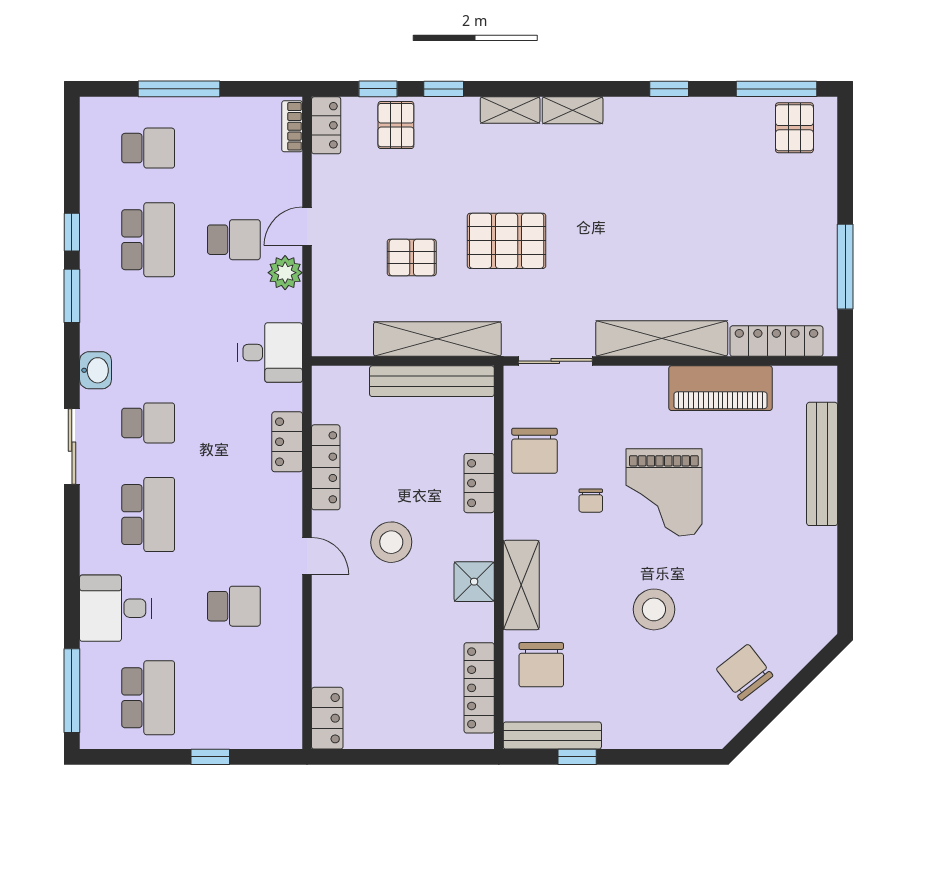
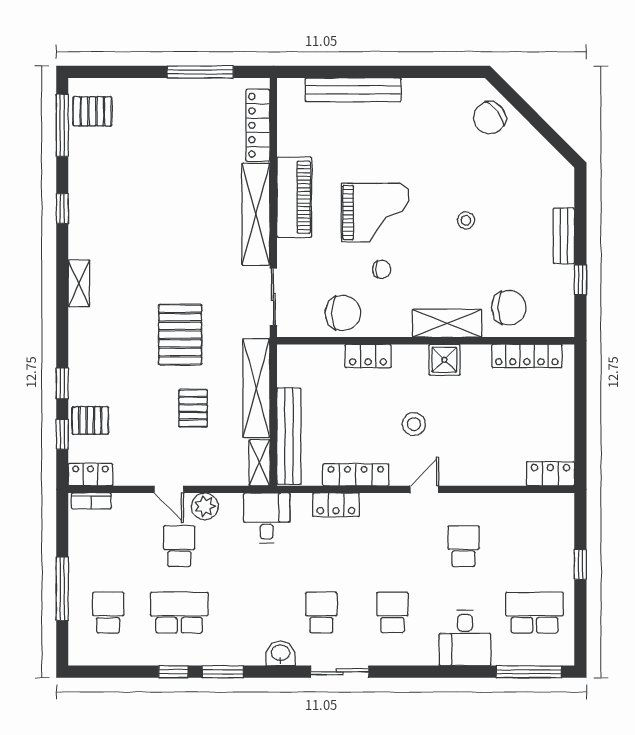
shelving: (510, 110) -> (259, 463), moved
bench: (432, 381) -> (289, 436), moved
piano: (720, 388) -> (294, 197), moved
school desk: (148, 515) -> (392, 613), width x0.54
stool: (391, 542) -> (414, 424), width x0.73, depth x0.73
stool: (654, 609) -> (466, 220), width x0.53, depth x0.53
chair: (745, 672) -> (490, 118), moved
bench: (552, 736) -> (564, 236), moved, width x0.73

